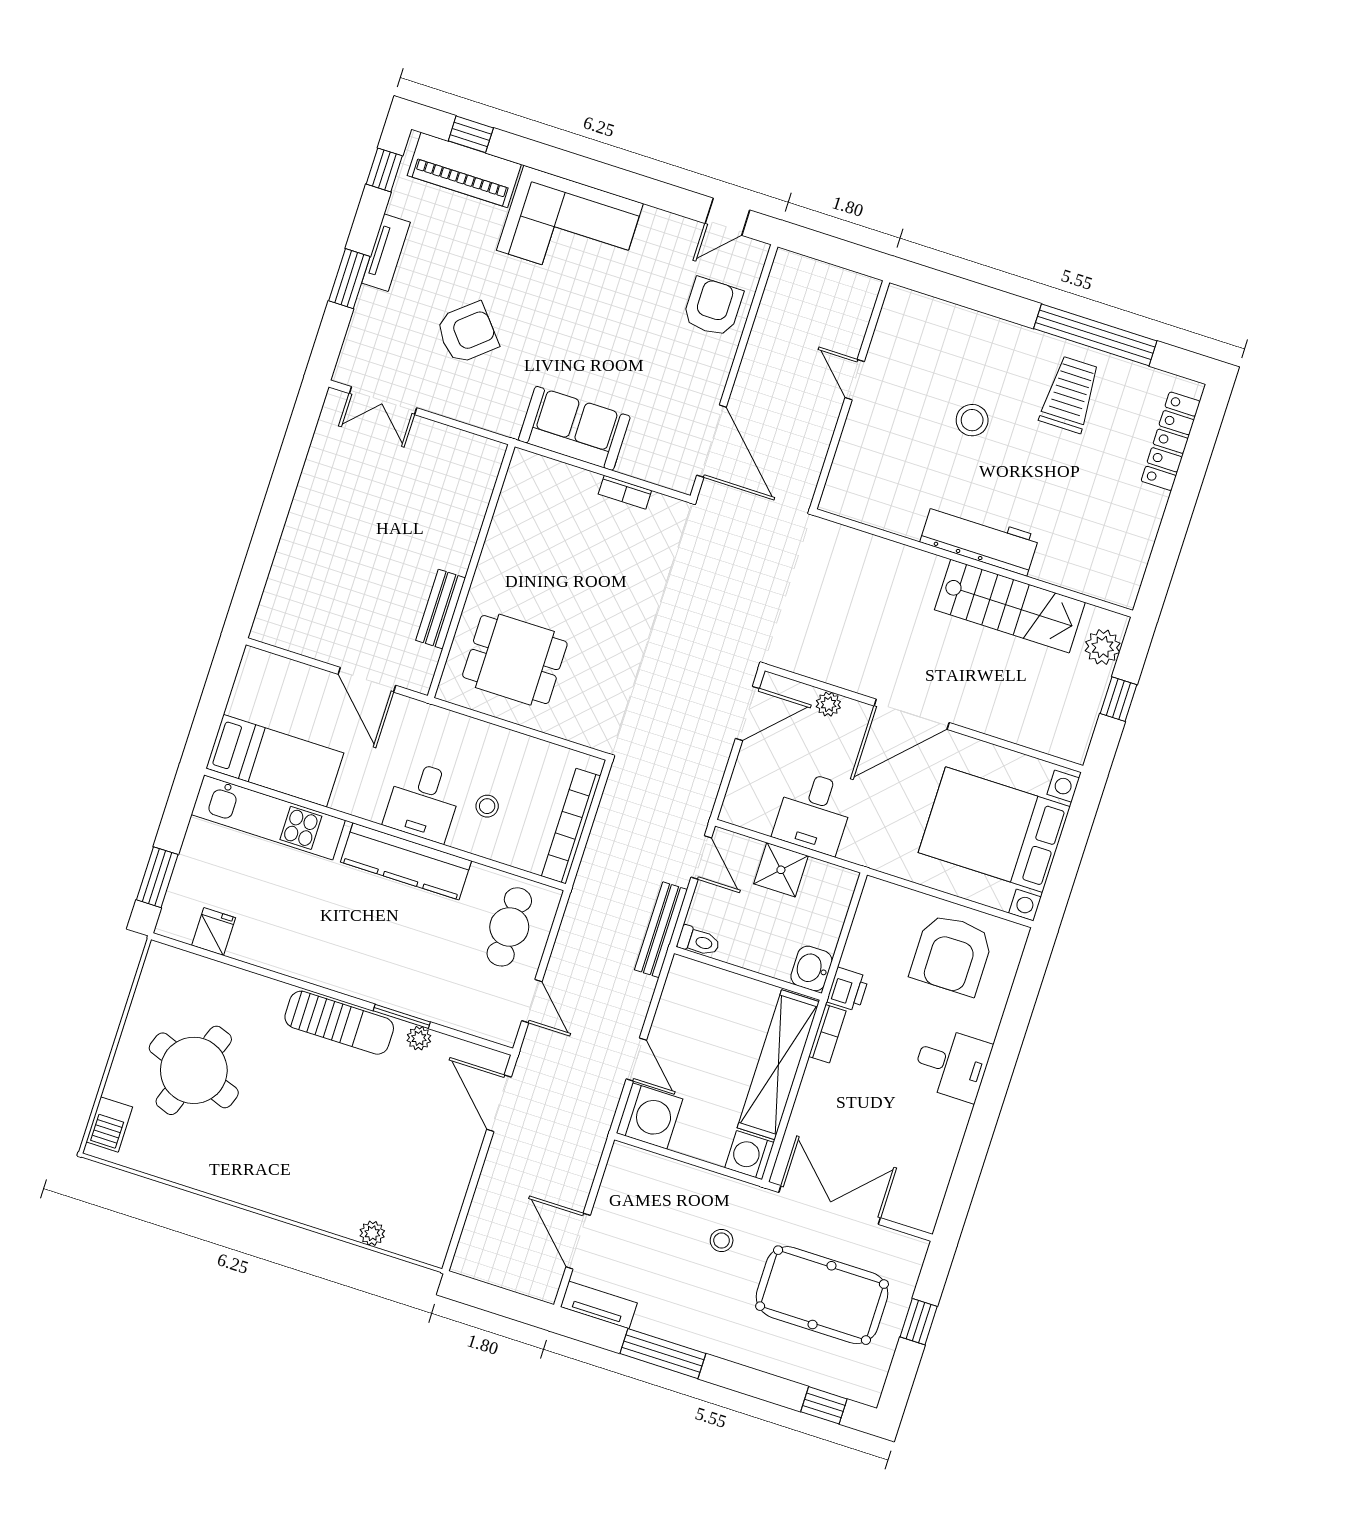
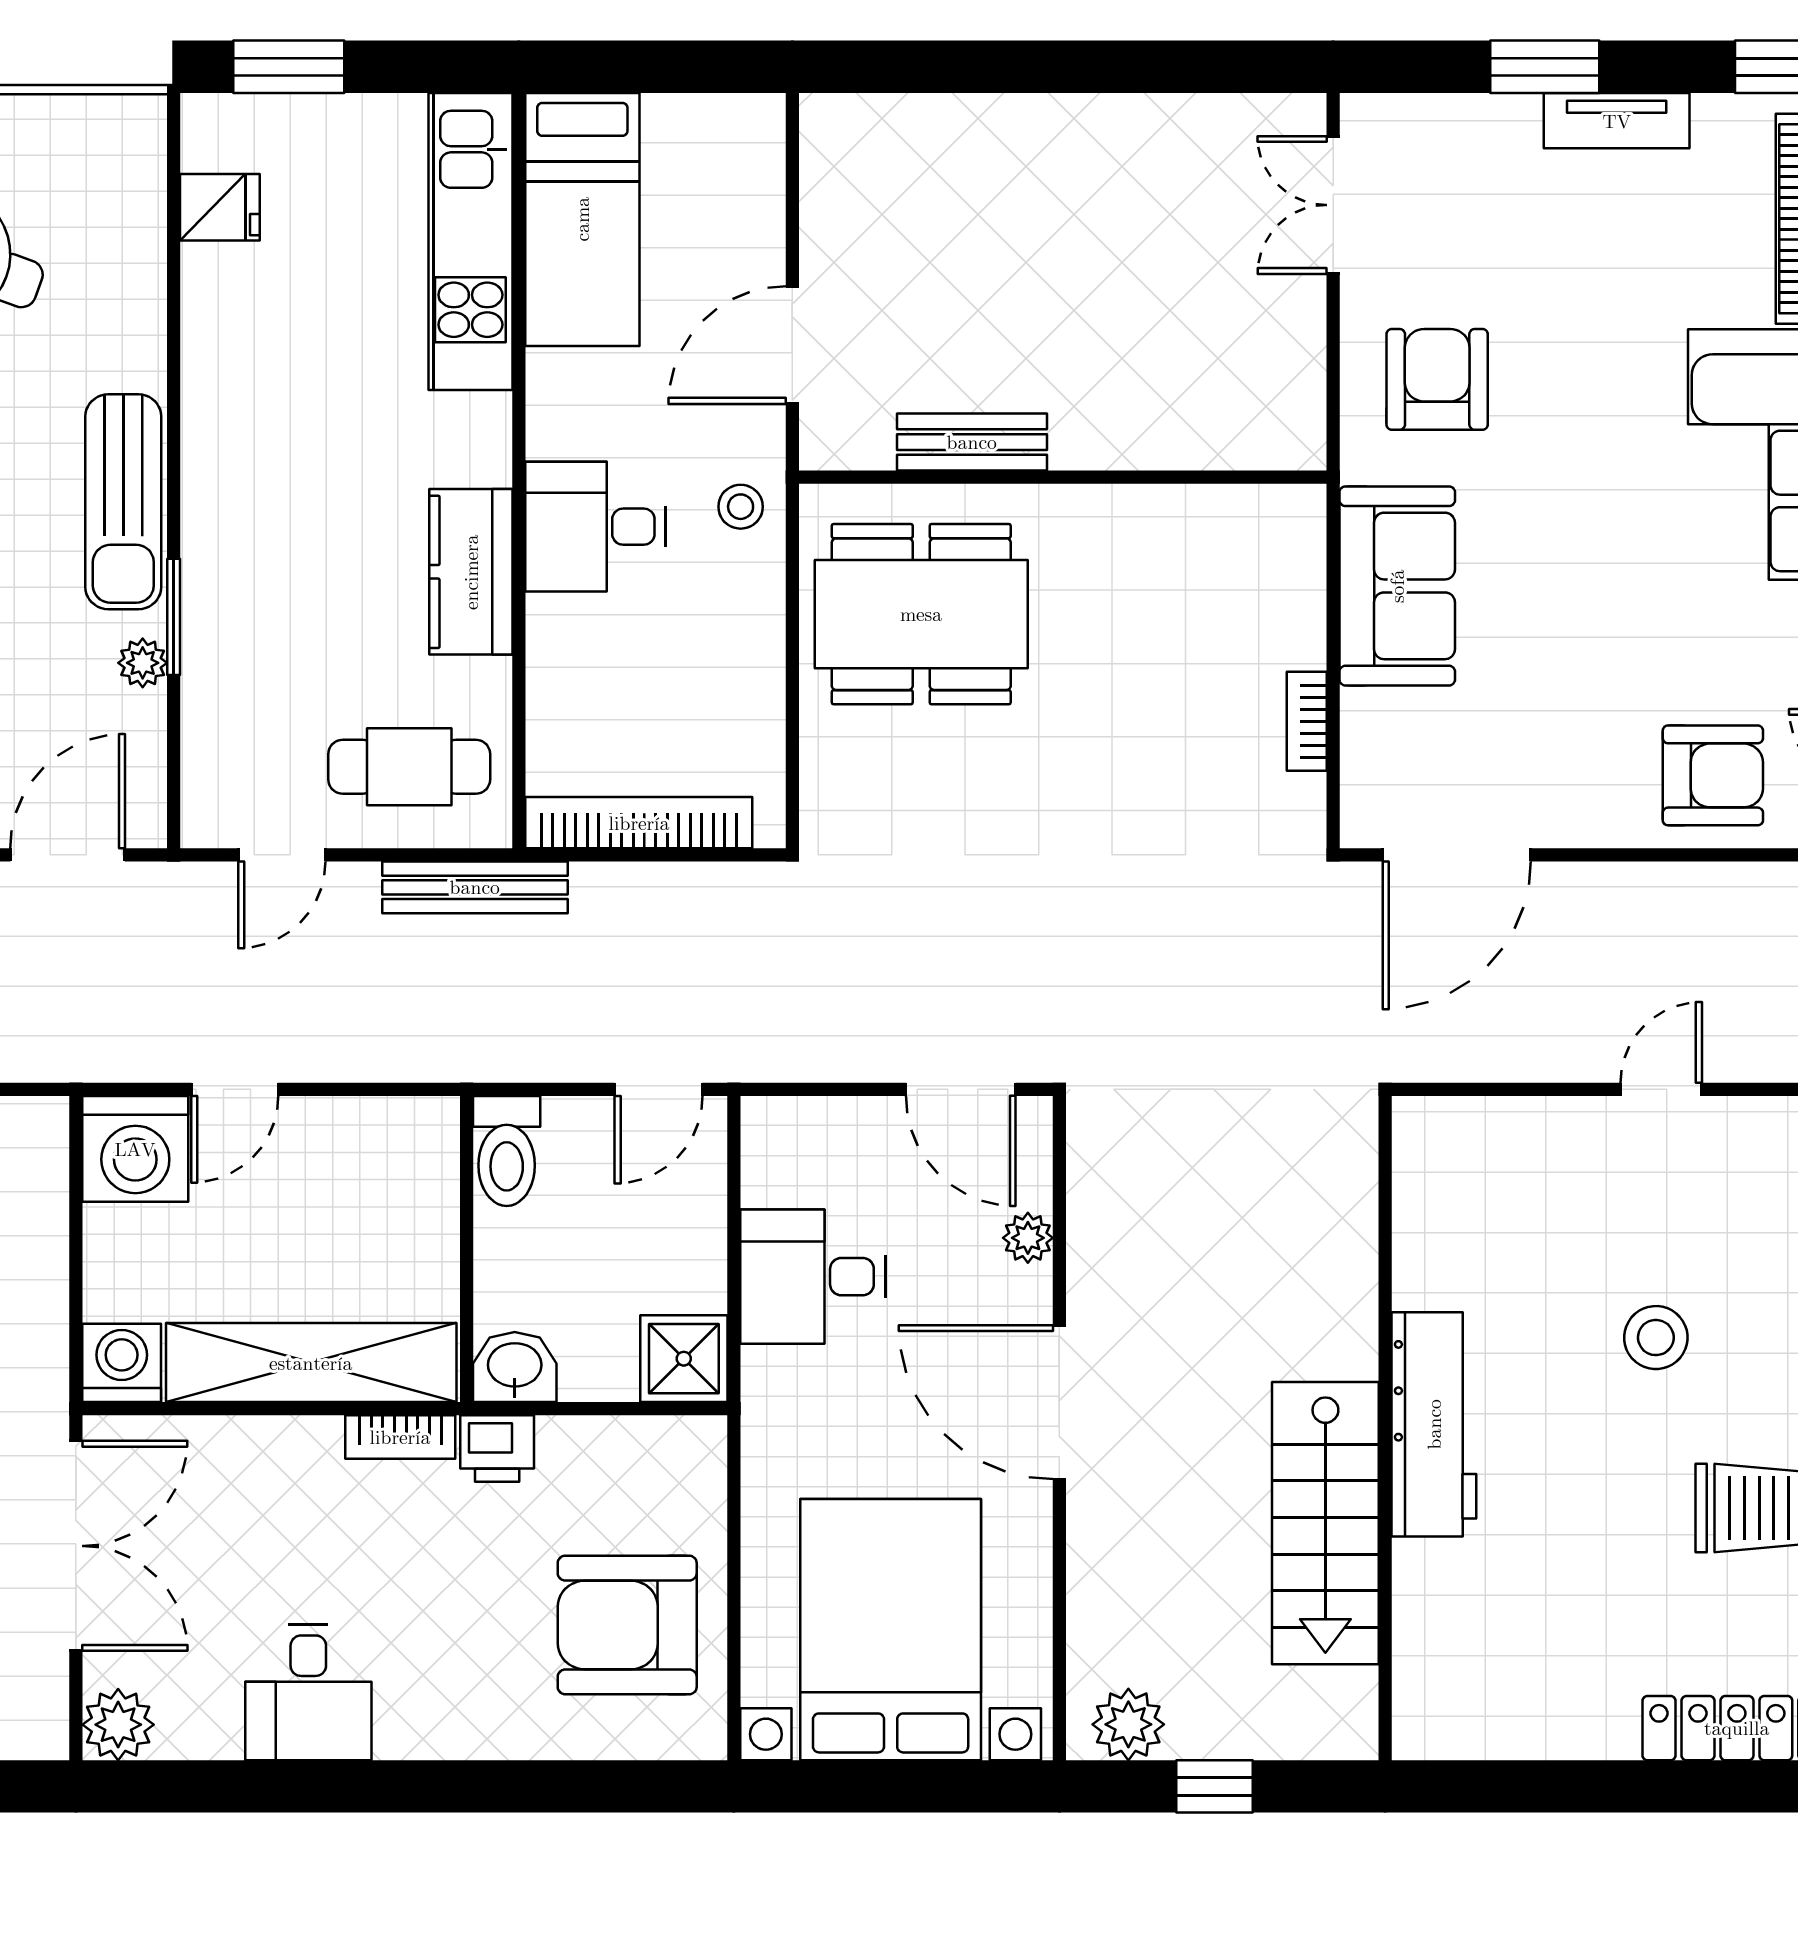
armchair: (467, 333) -> (1437, 379), moved, turned -140
plant: (1103, 647) -> (1128, 1724), moved
dining table: (515, 660) -> (921, 614), width x1.37
stool: (487, 806) -> (741, 507), moved
kitchen counter: (406, 861) -> (471, 572), width x0.67
shower: (781, 870) -> (684, 1359), moved
bench: (661, 930) -> (475, 887), moved
toilet: (699, 941) -> (507, 1151), width x1.37, depth x1.39
desk: (952, 1064) -> (308, 1692), moved
plant: (921, 1212) -> (118, 1725), added

